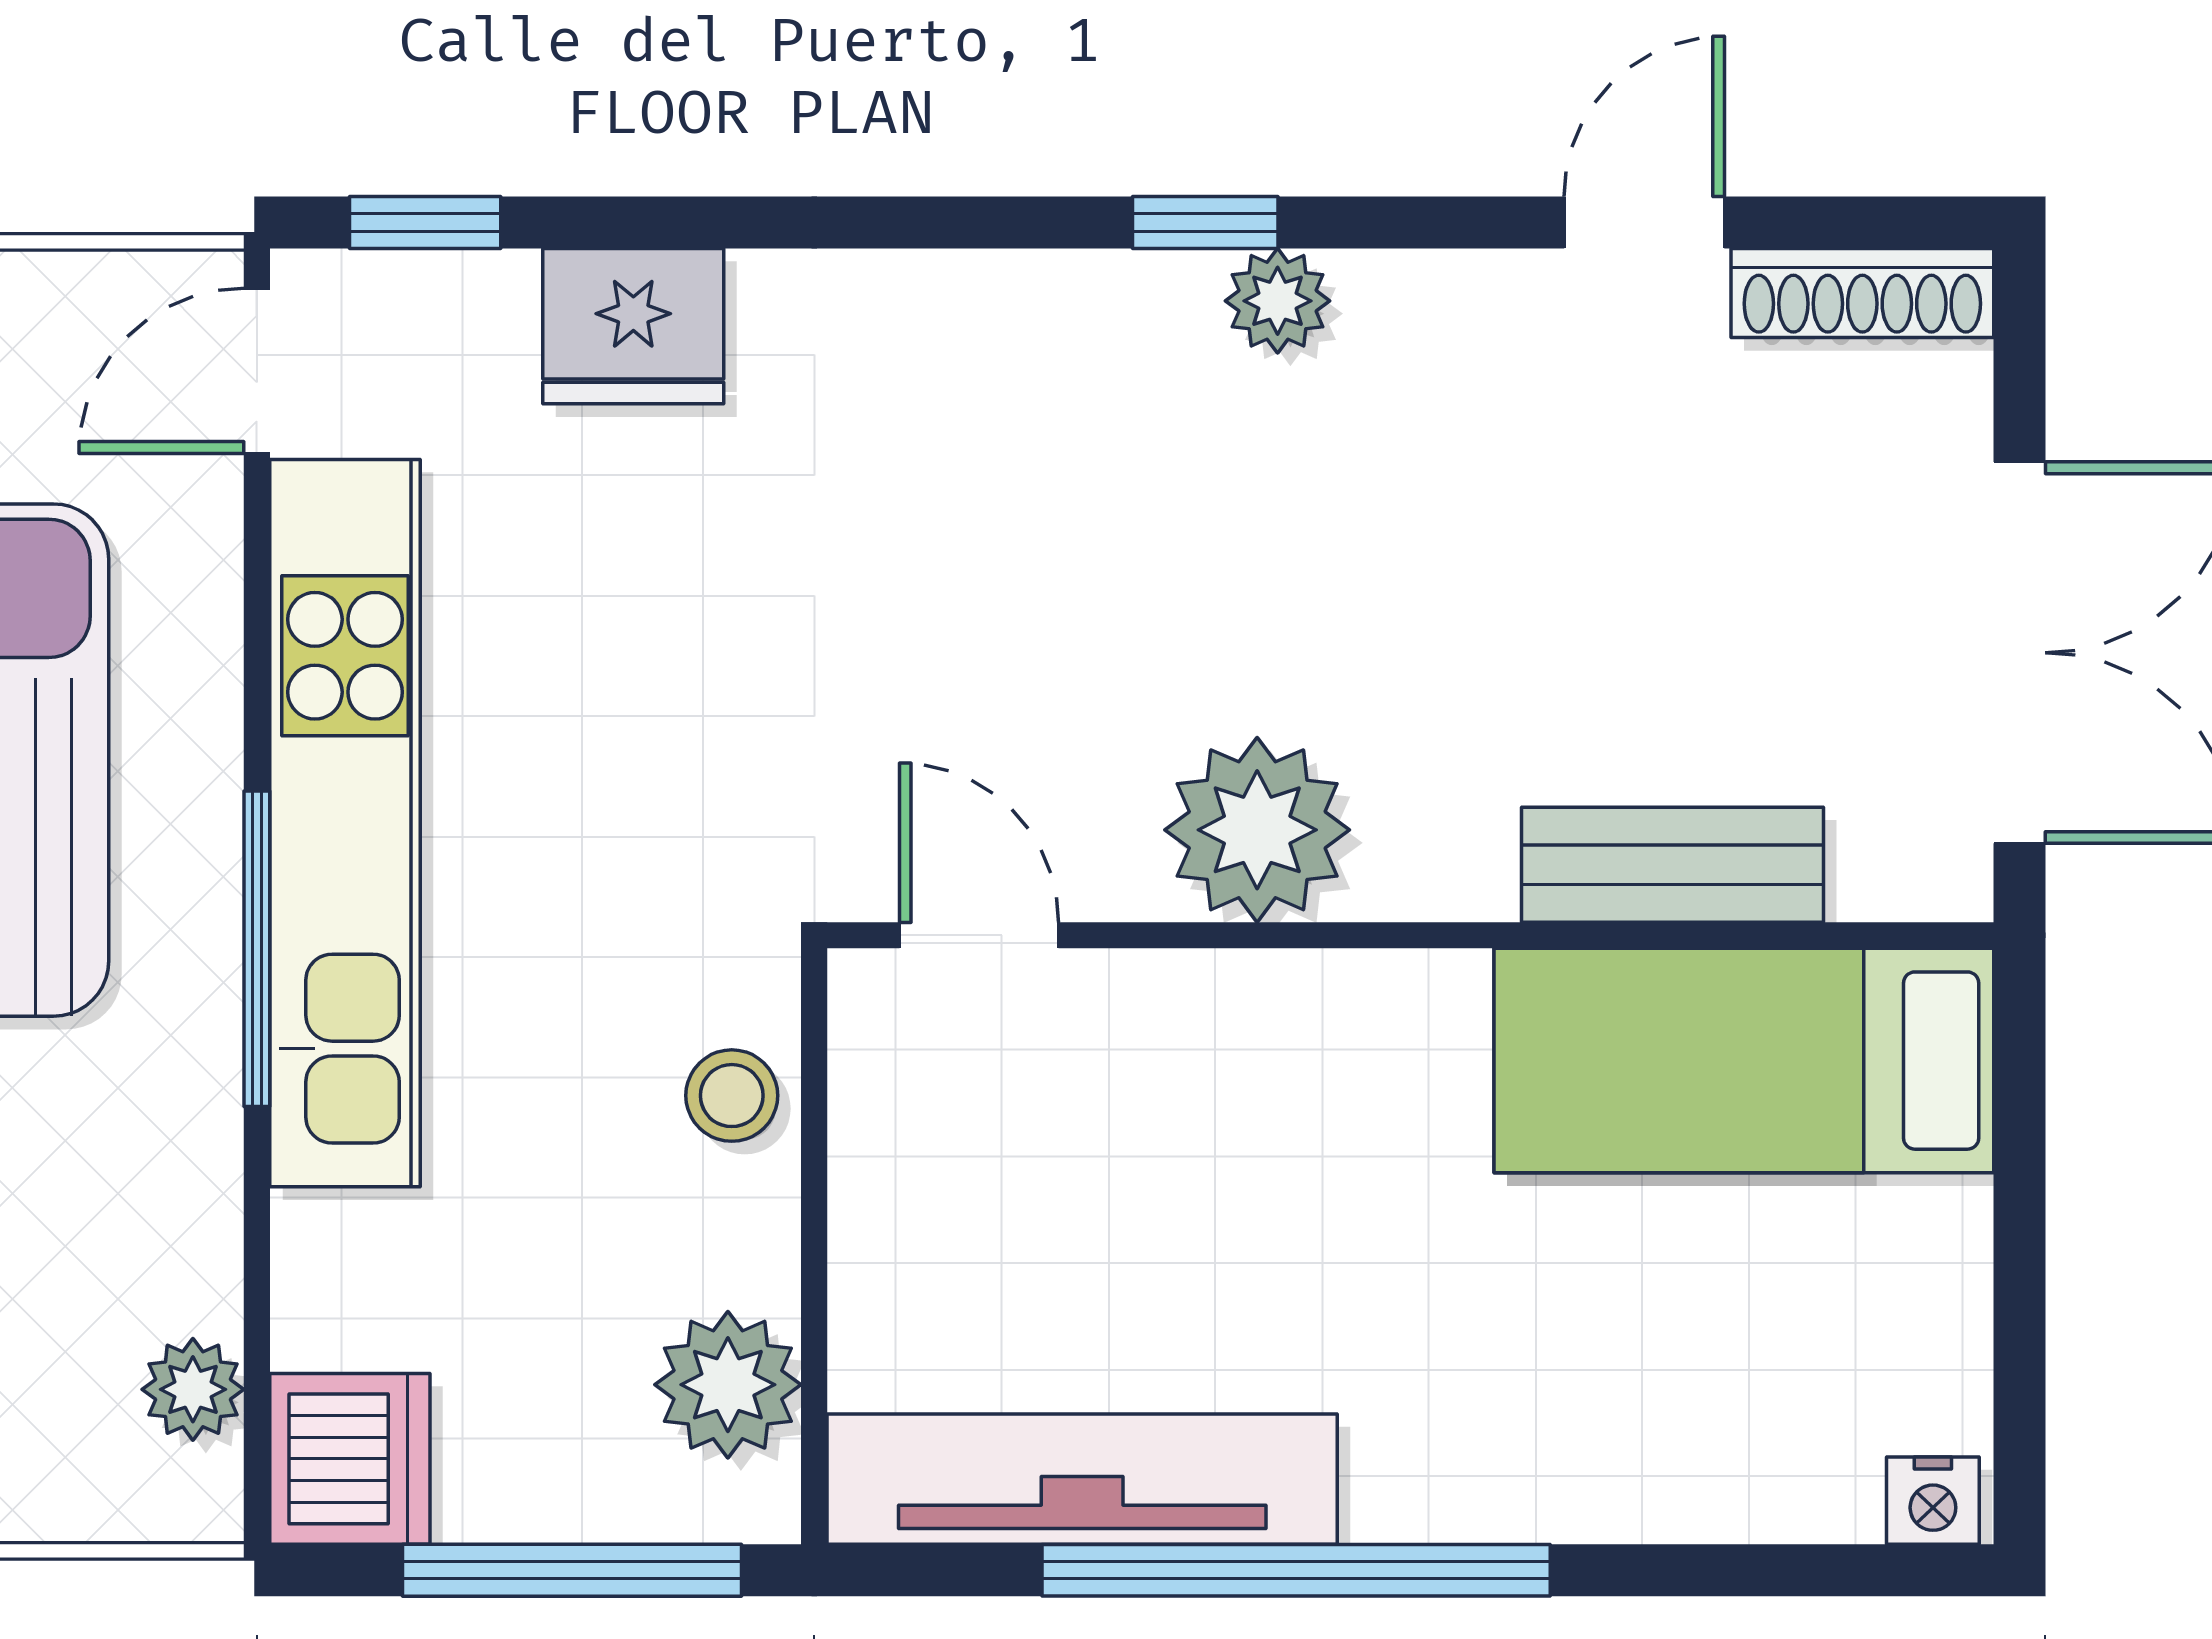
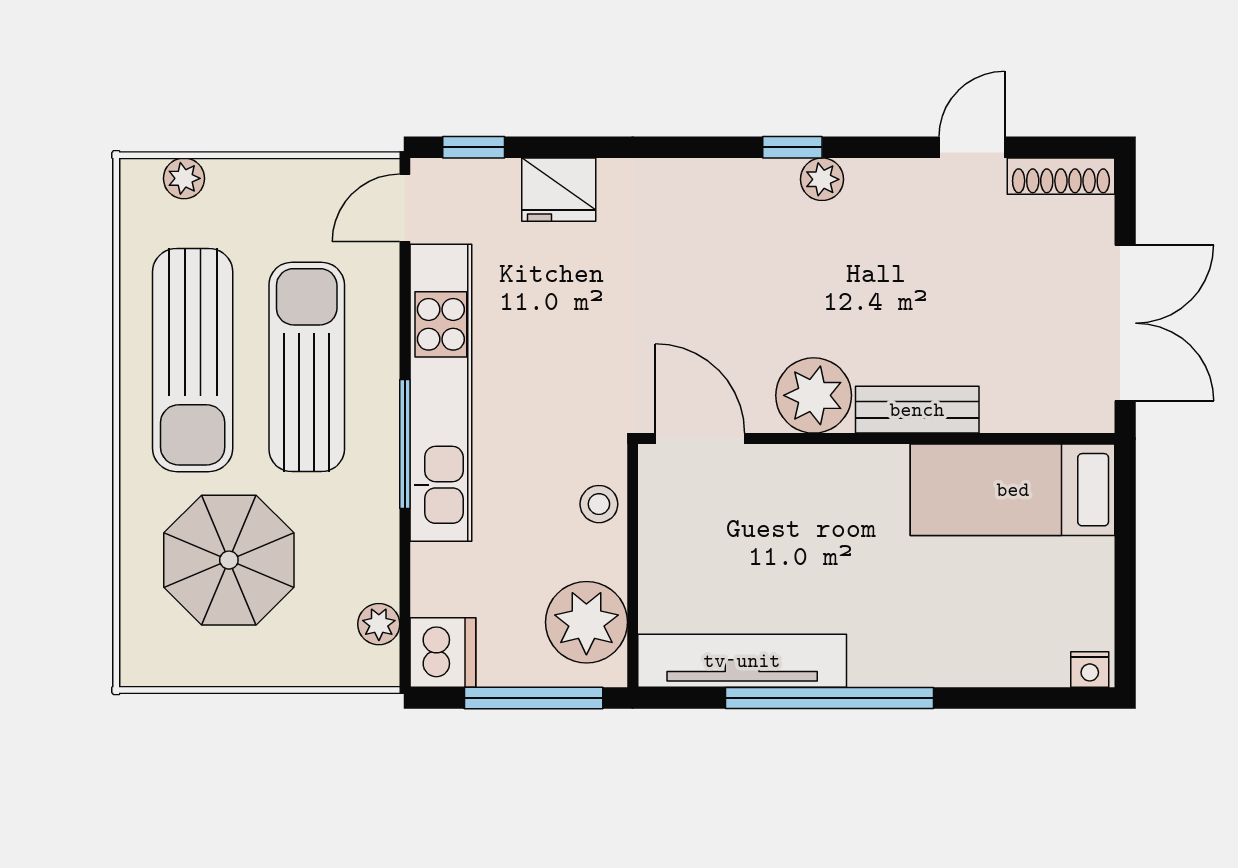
bench: (1673, 865) -> (917, 410), moved
door: (979, 935) -> (700, 439), width x1.37
plant: (728, 1385) -> (586, 622), width x1.36, depth x1.36

